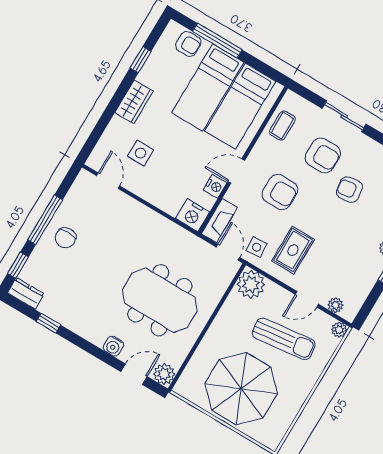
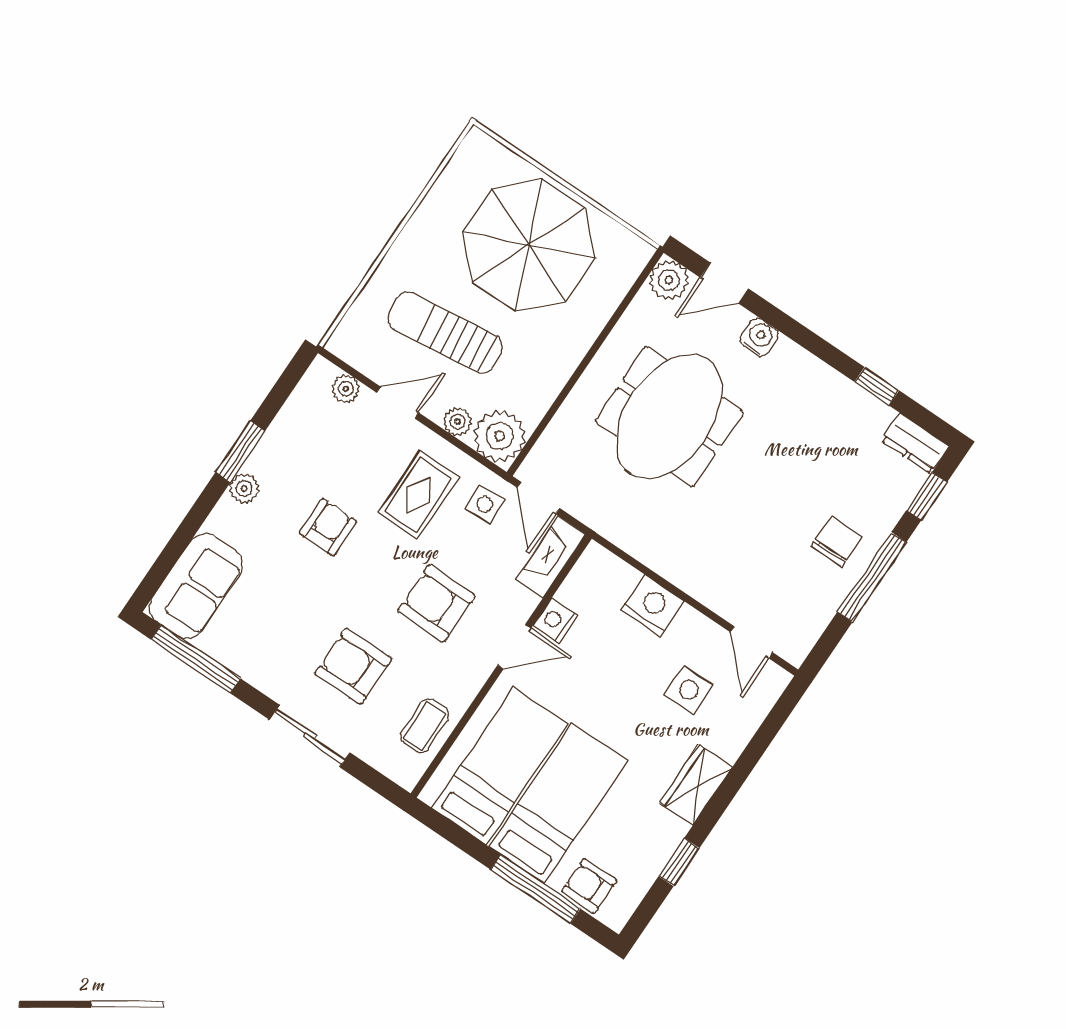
armchair: (349, 190) -> (328, 527), moved, turned -82
nightstand: (193, 215) -> (653, 606), moved
meeting table: (160, 300) -> (669, 417), turned 90
plant: (339, 330) -> (457, 422), moved

